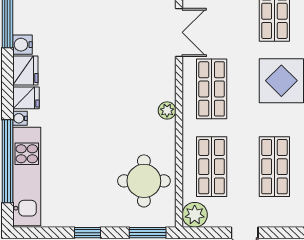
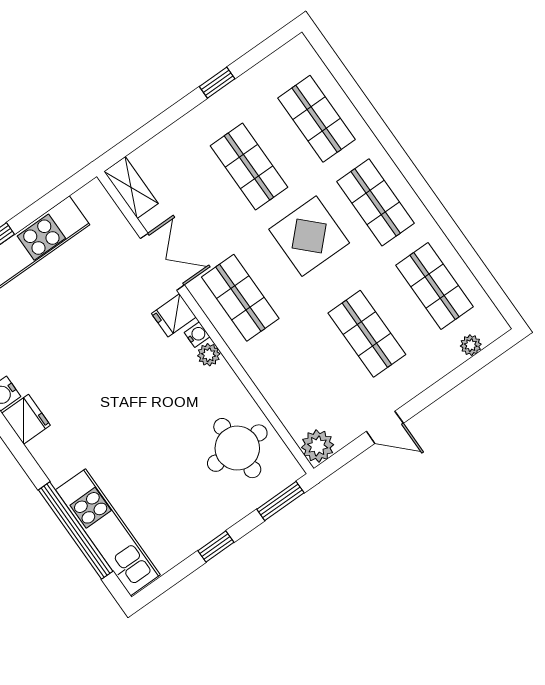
fridge: (26, 98) -> (174, 315), moved, turned 180
water cooler: (20, 118) -> (197, 335), moved, turned 180
shop shelf: (212, 167) -> (299, 381), removed

